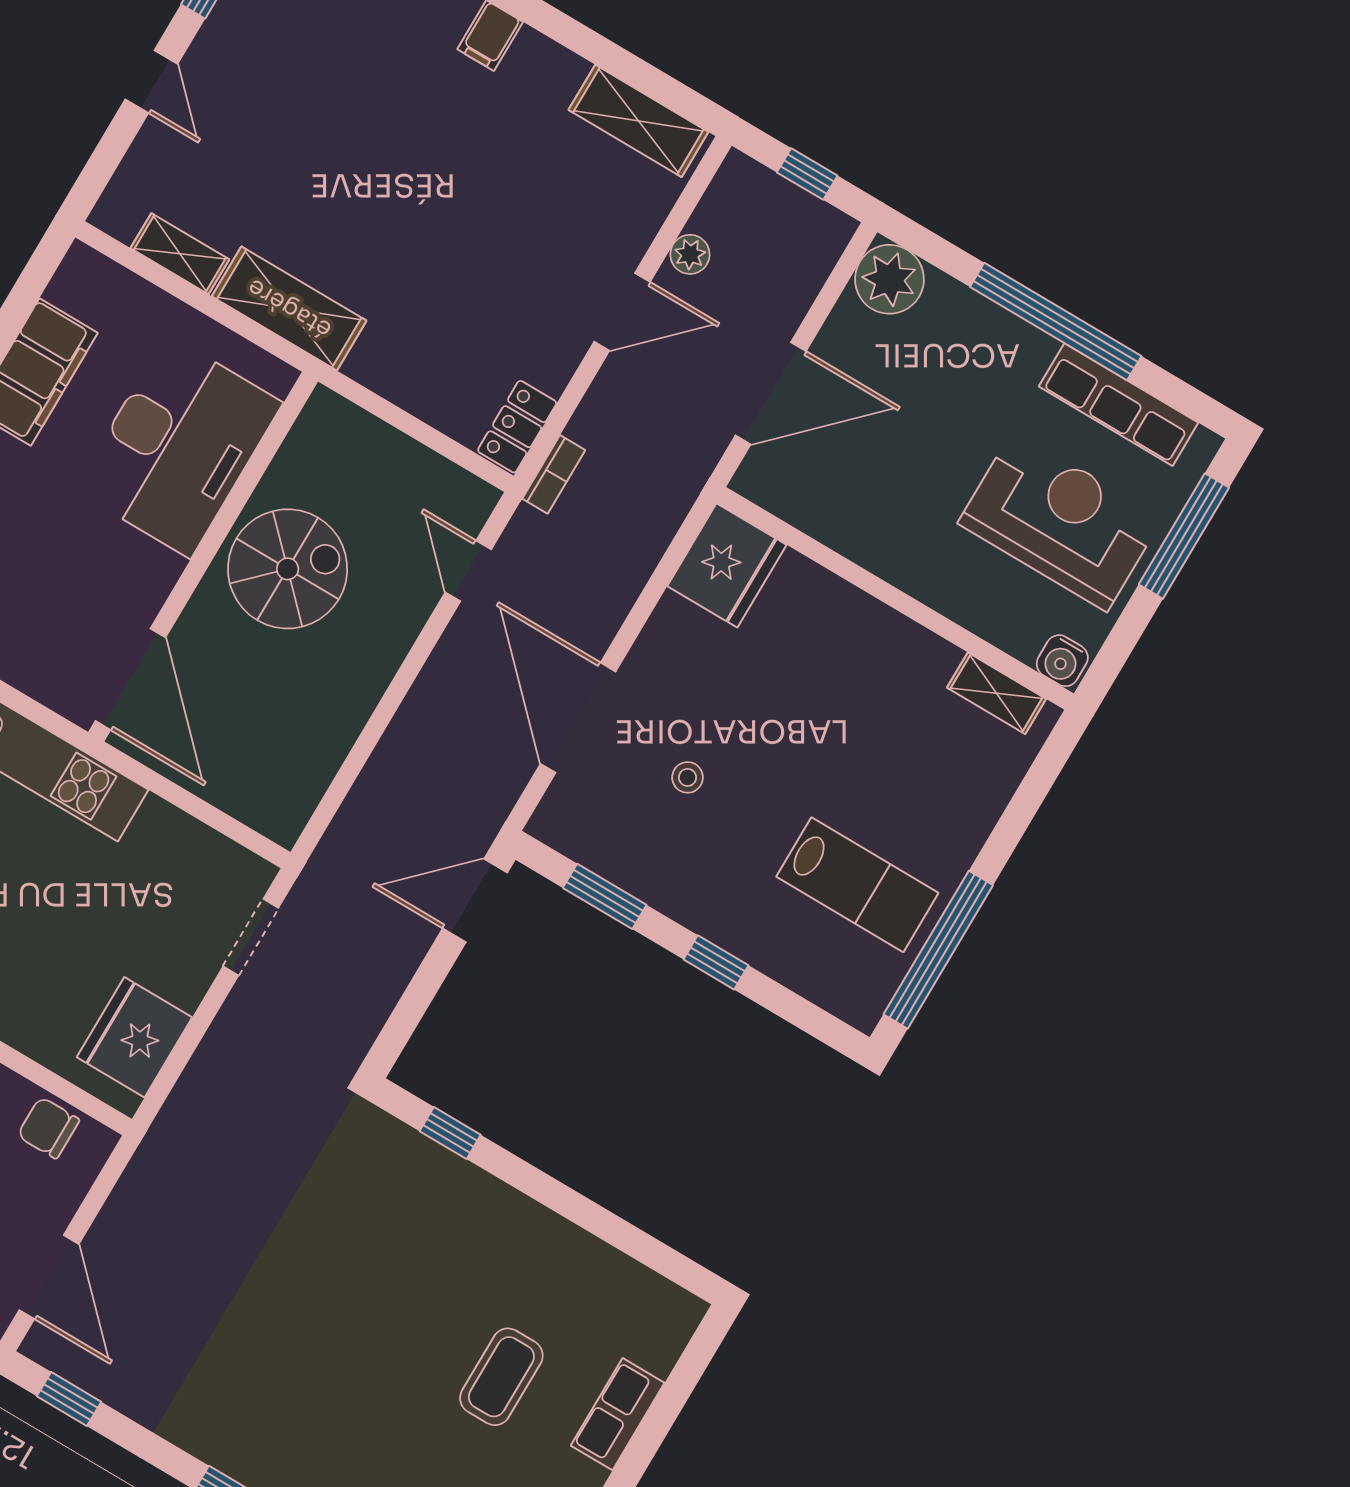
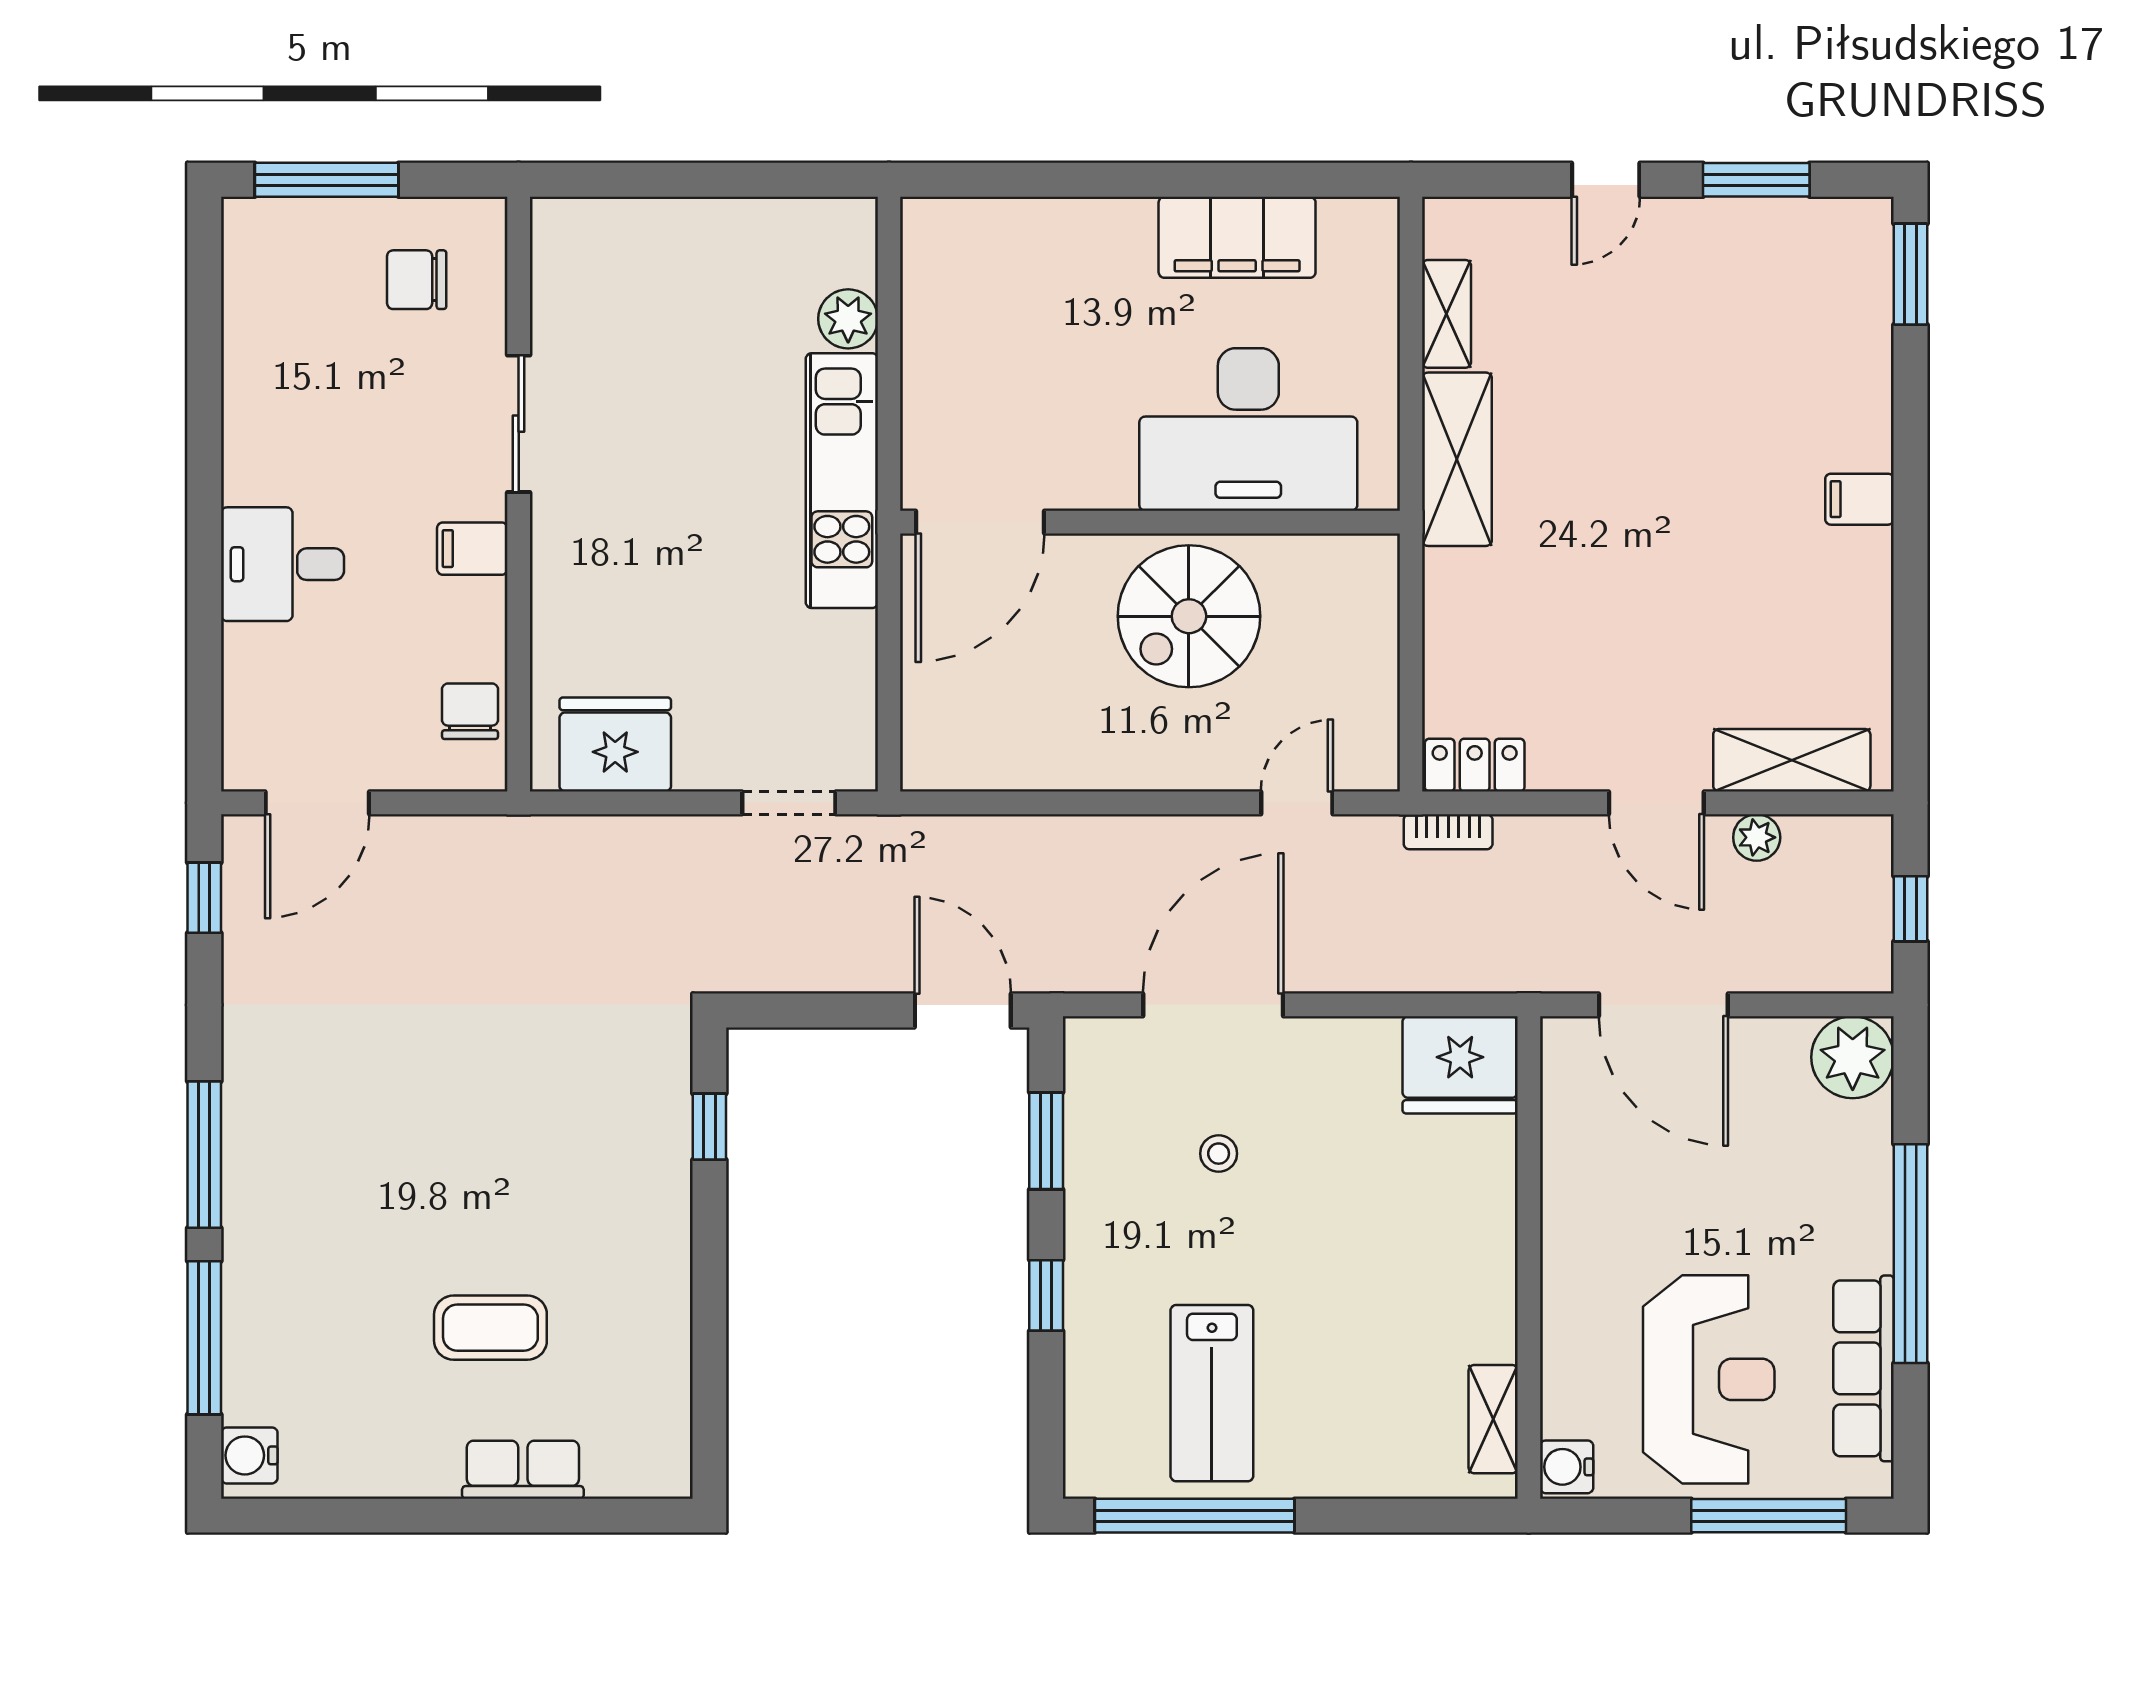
shelving: (638, 121) -> (1792, 760), moved, turned 90
spiral stairs: (288, 569) -> (1189, 616), turned 90

